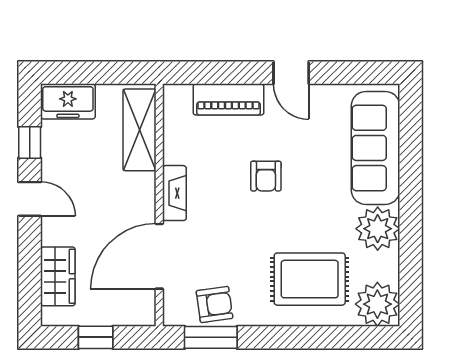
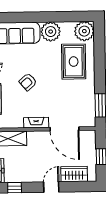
armchair: (266, 176) -> (28, 82), turned 139
door: (30, 199) -> (51, 187), moved
armchair: (215, 305) -> (86, 104), removed

